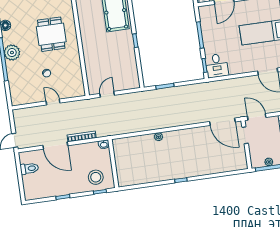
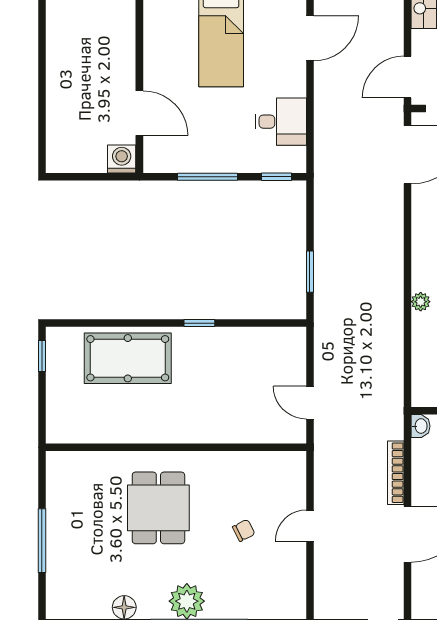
dining table: (51, 34) -> (158, 508), turned 90
desk: (217, 66) -> (281, 122), moved

